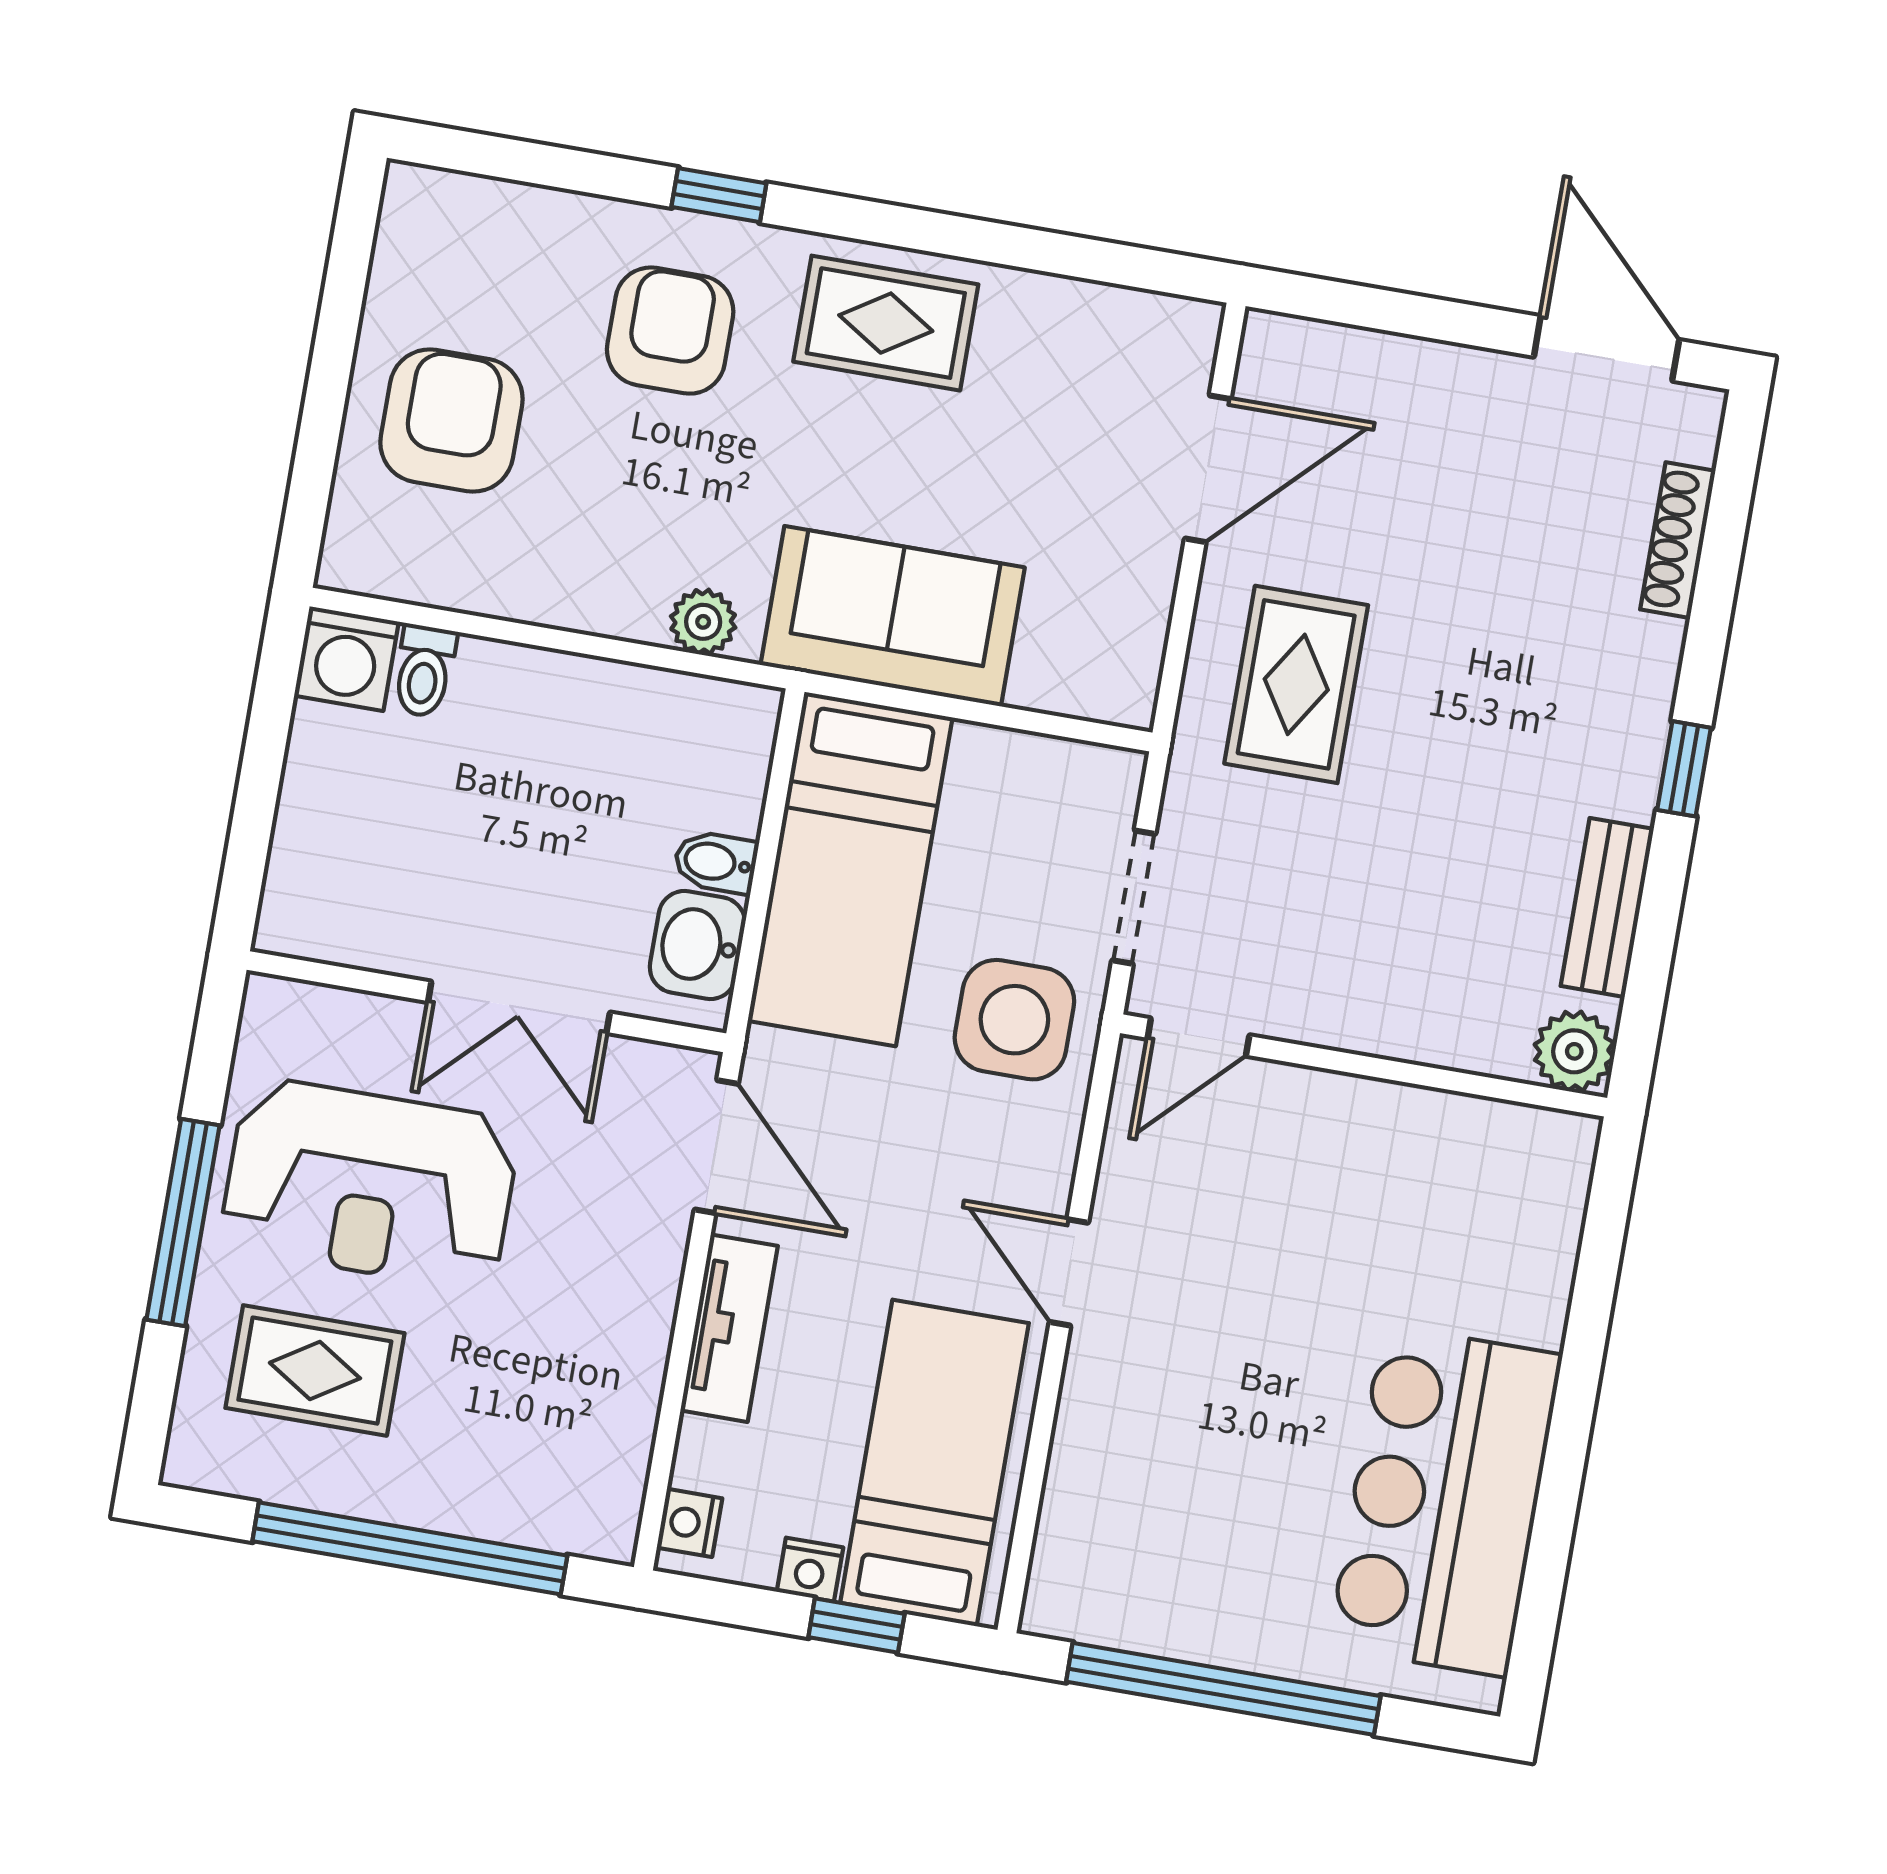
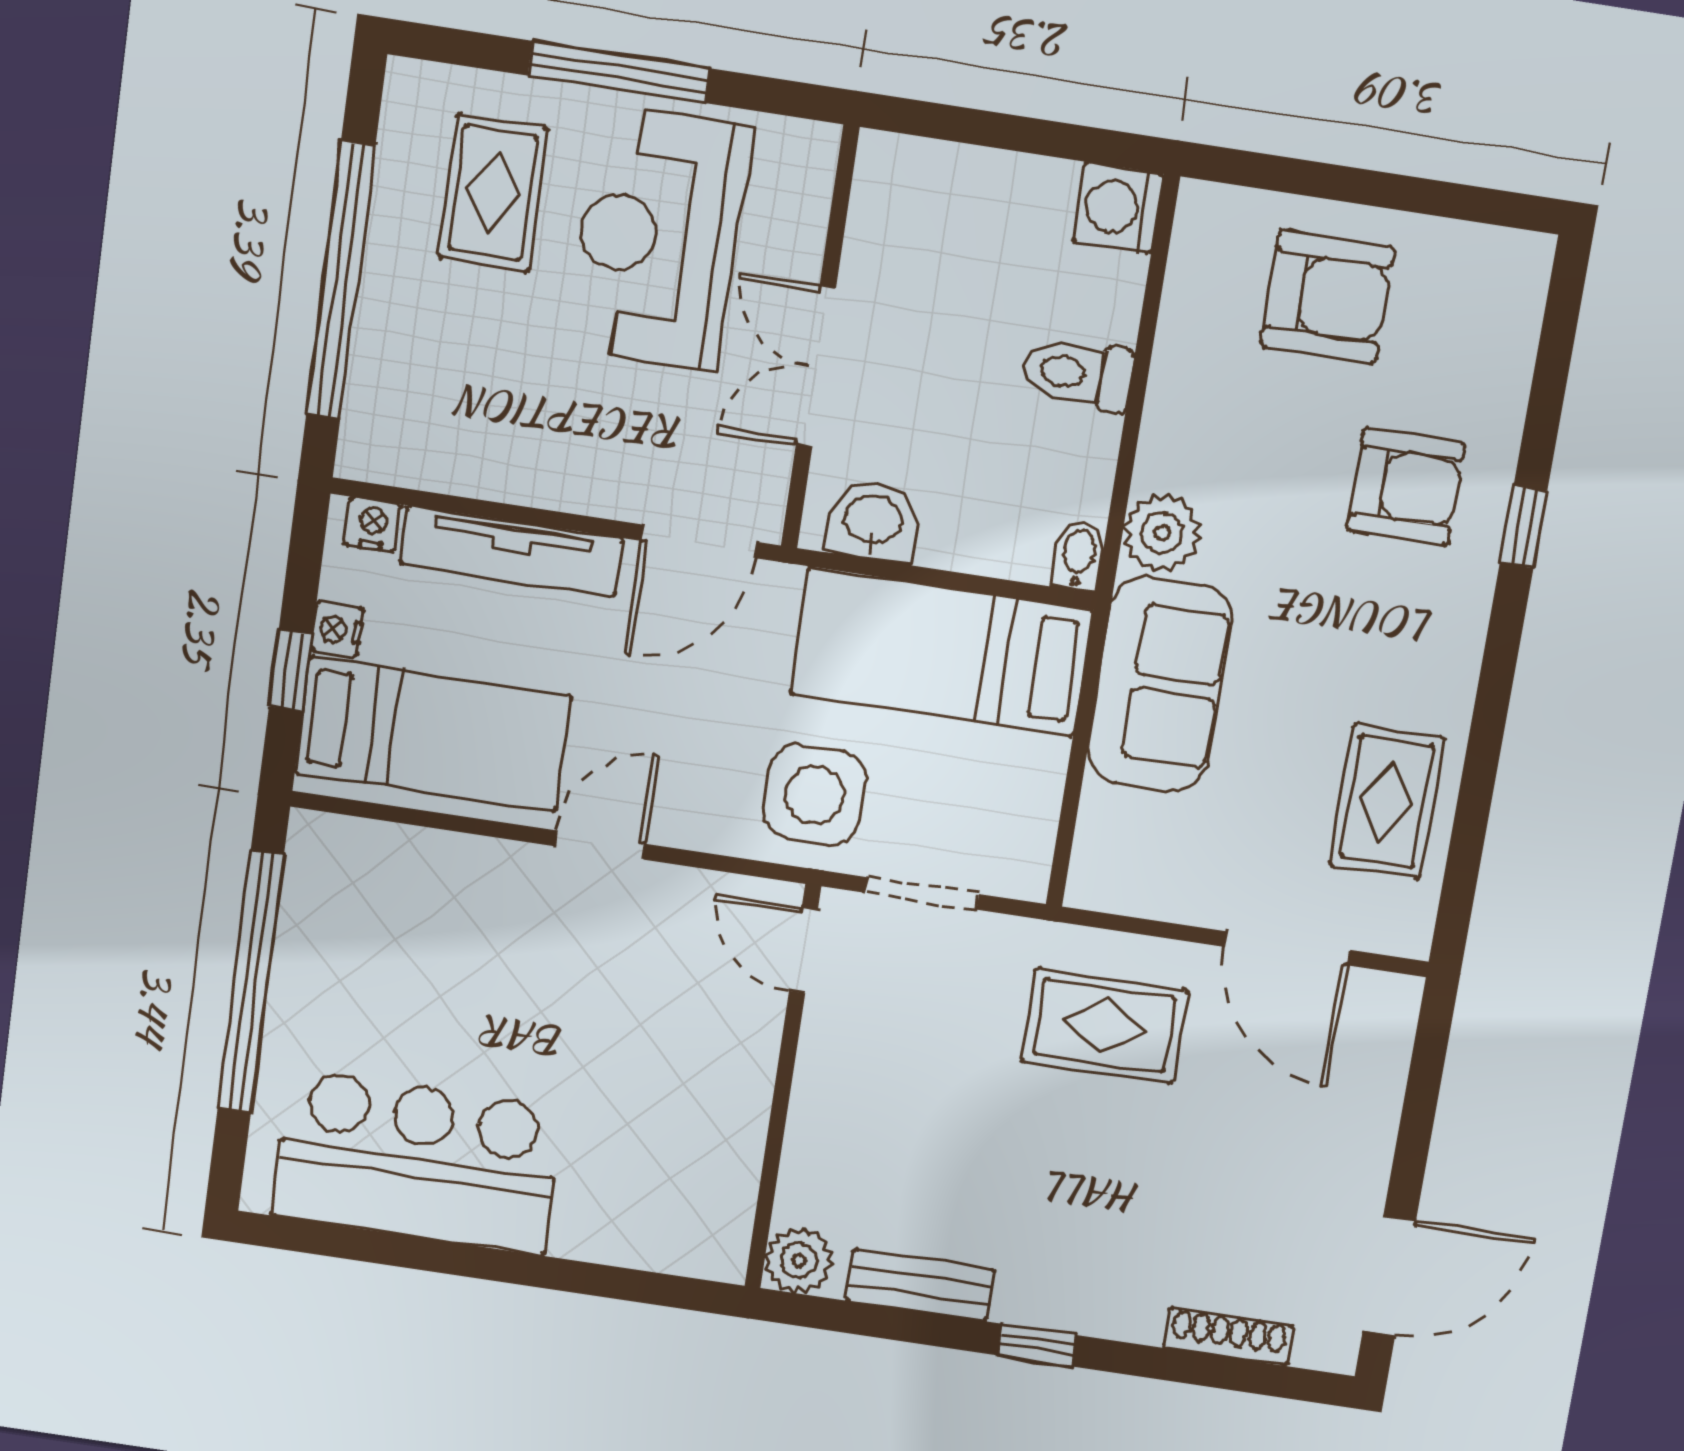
rug: (886, 323) -> (1387, 801), moved
plant: (703, 622) -> (1162, 533), width x1.38, depth x1.38
toilet: (424, 671) -> (1078, 374), moved, width x1.37, depth x1.39
bidet: (716, 862) -> (1079, 556), moved
tv unit: (729, 1328) -> (511, 551), width x1.41

